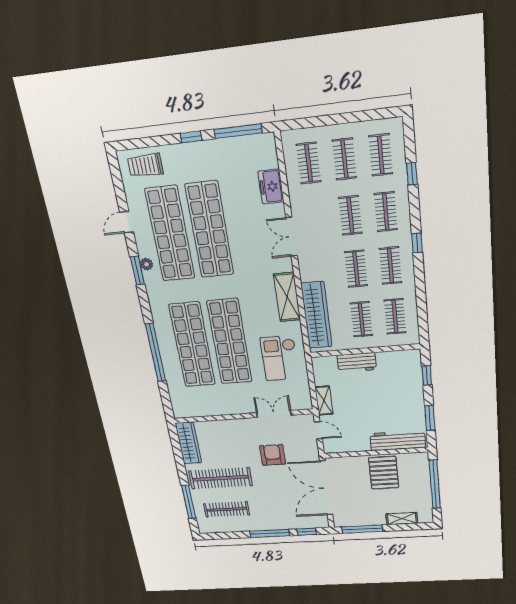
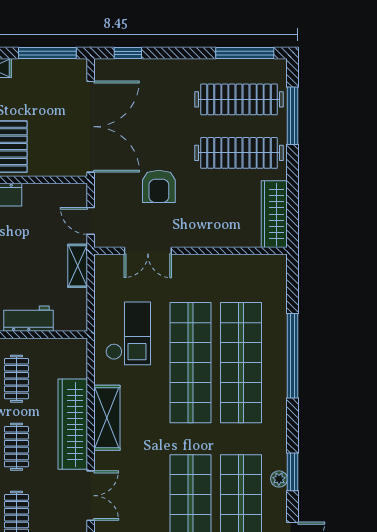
wardrobe: (316, 315) -> (73, 424), moved
clothes rail: (227, 509) -> (239, 99), width x1.37, depth x1.31
window: (270, 533) -> (245, 53), moved

